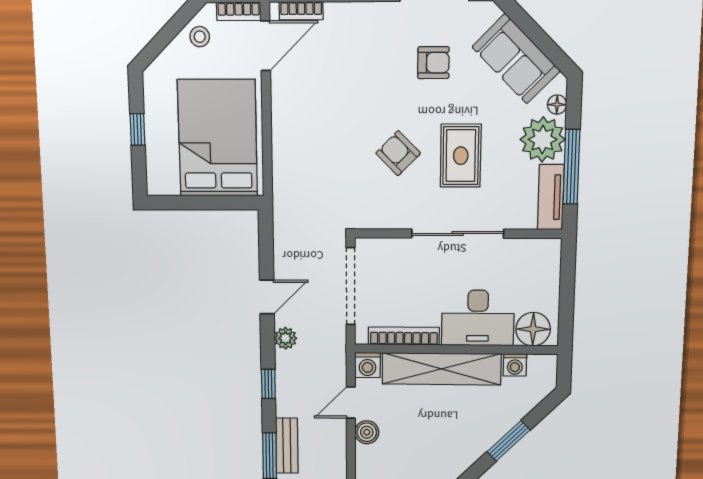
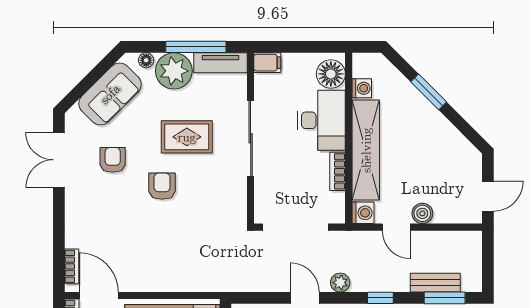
armchair: (398, 153) -> (162, 186), moved, turned 135
filing cabinet: (549, 254) -> (267, 63), added
bookcase: (404, 336) -> (338, 171), width x0.64

